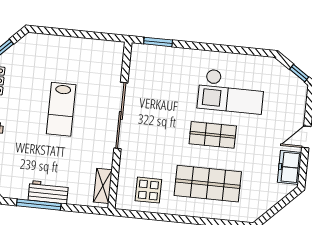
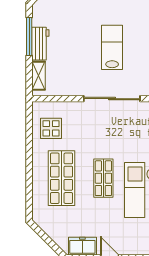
lab bench: (61, 109) -> (112, 47), turned 90
shelving: (103, 186) -> (38, 76), moved, turned 90

